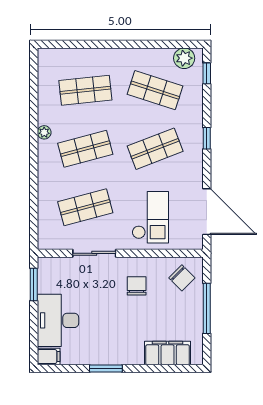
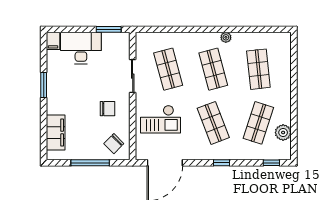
plant: (184, 58) -> (283, 132), moved

